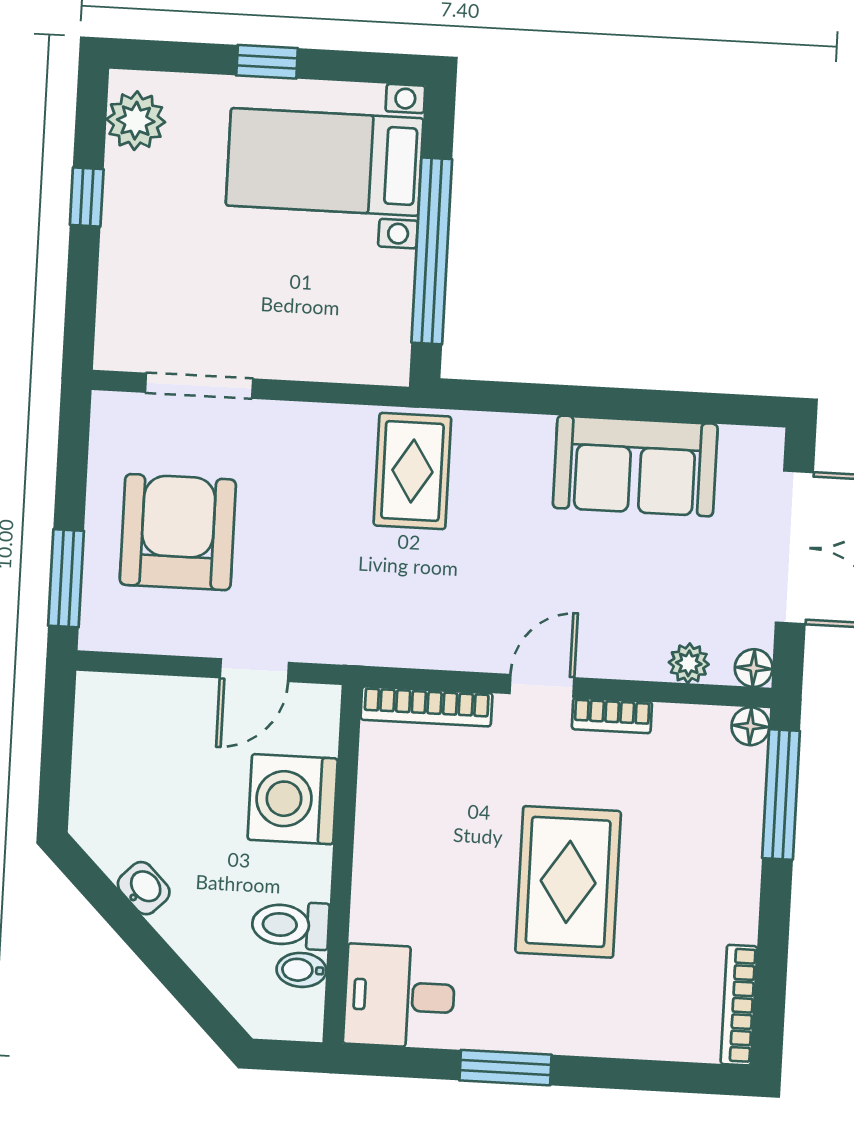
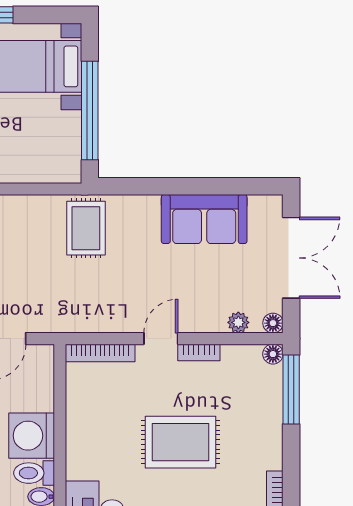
washing machine: (293, 799) -> (32, 436), moved
rug: (568, 882) -> (180, 442), turned 90

